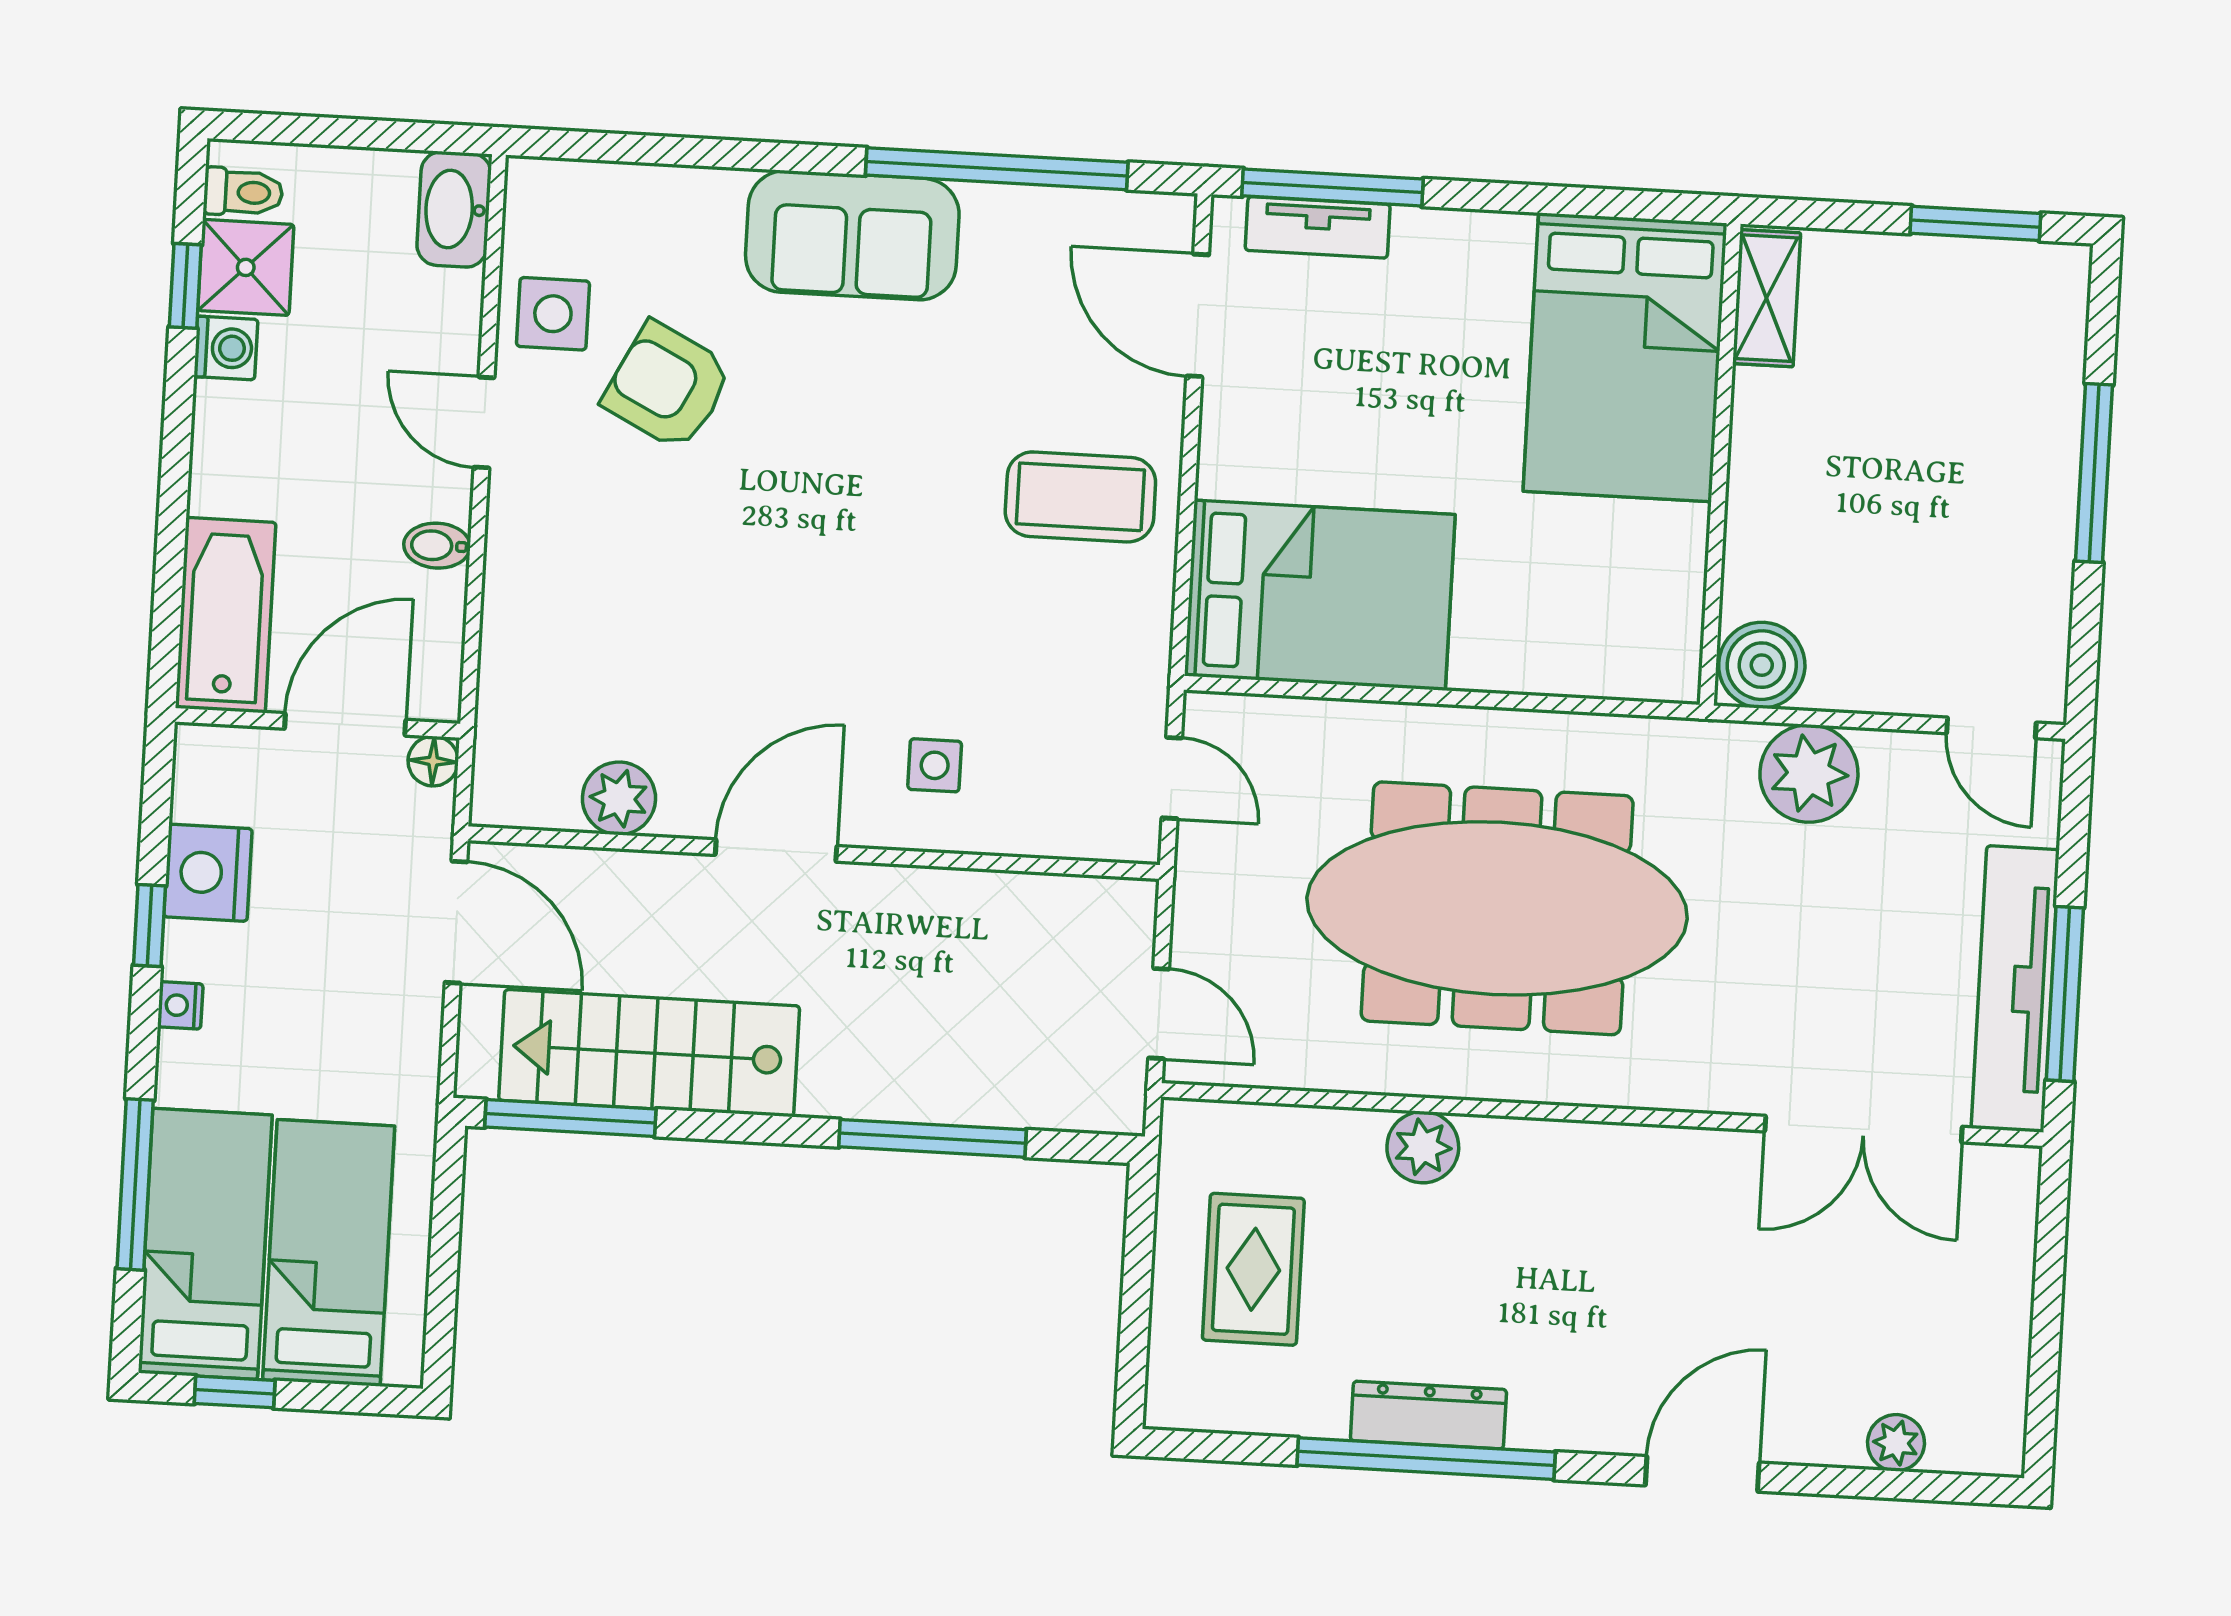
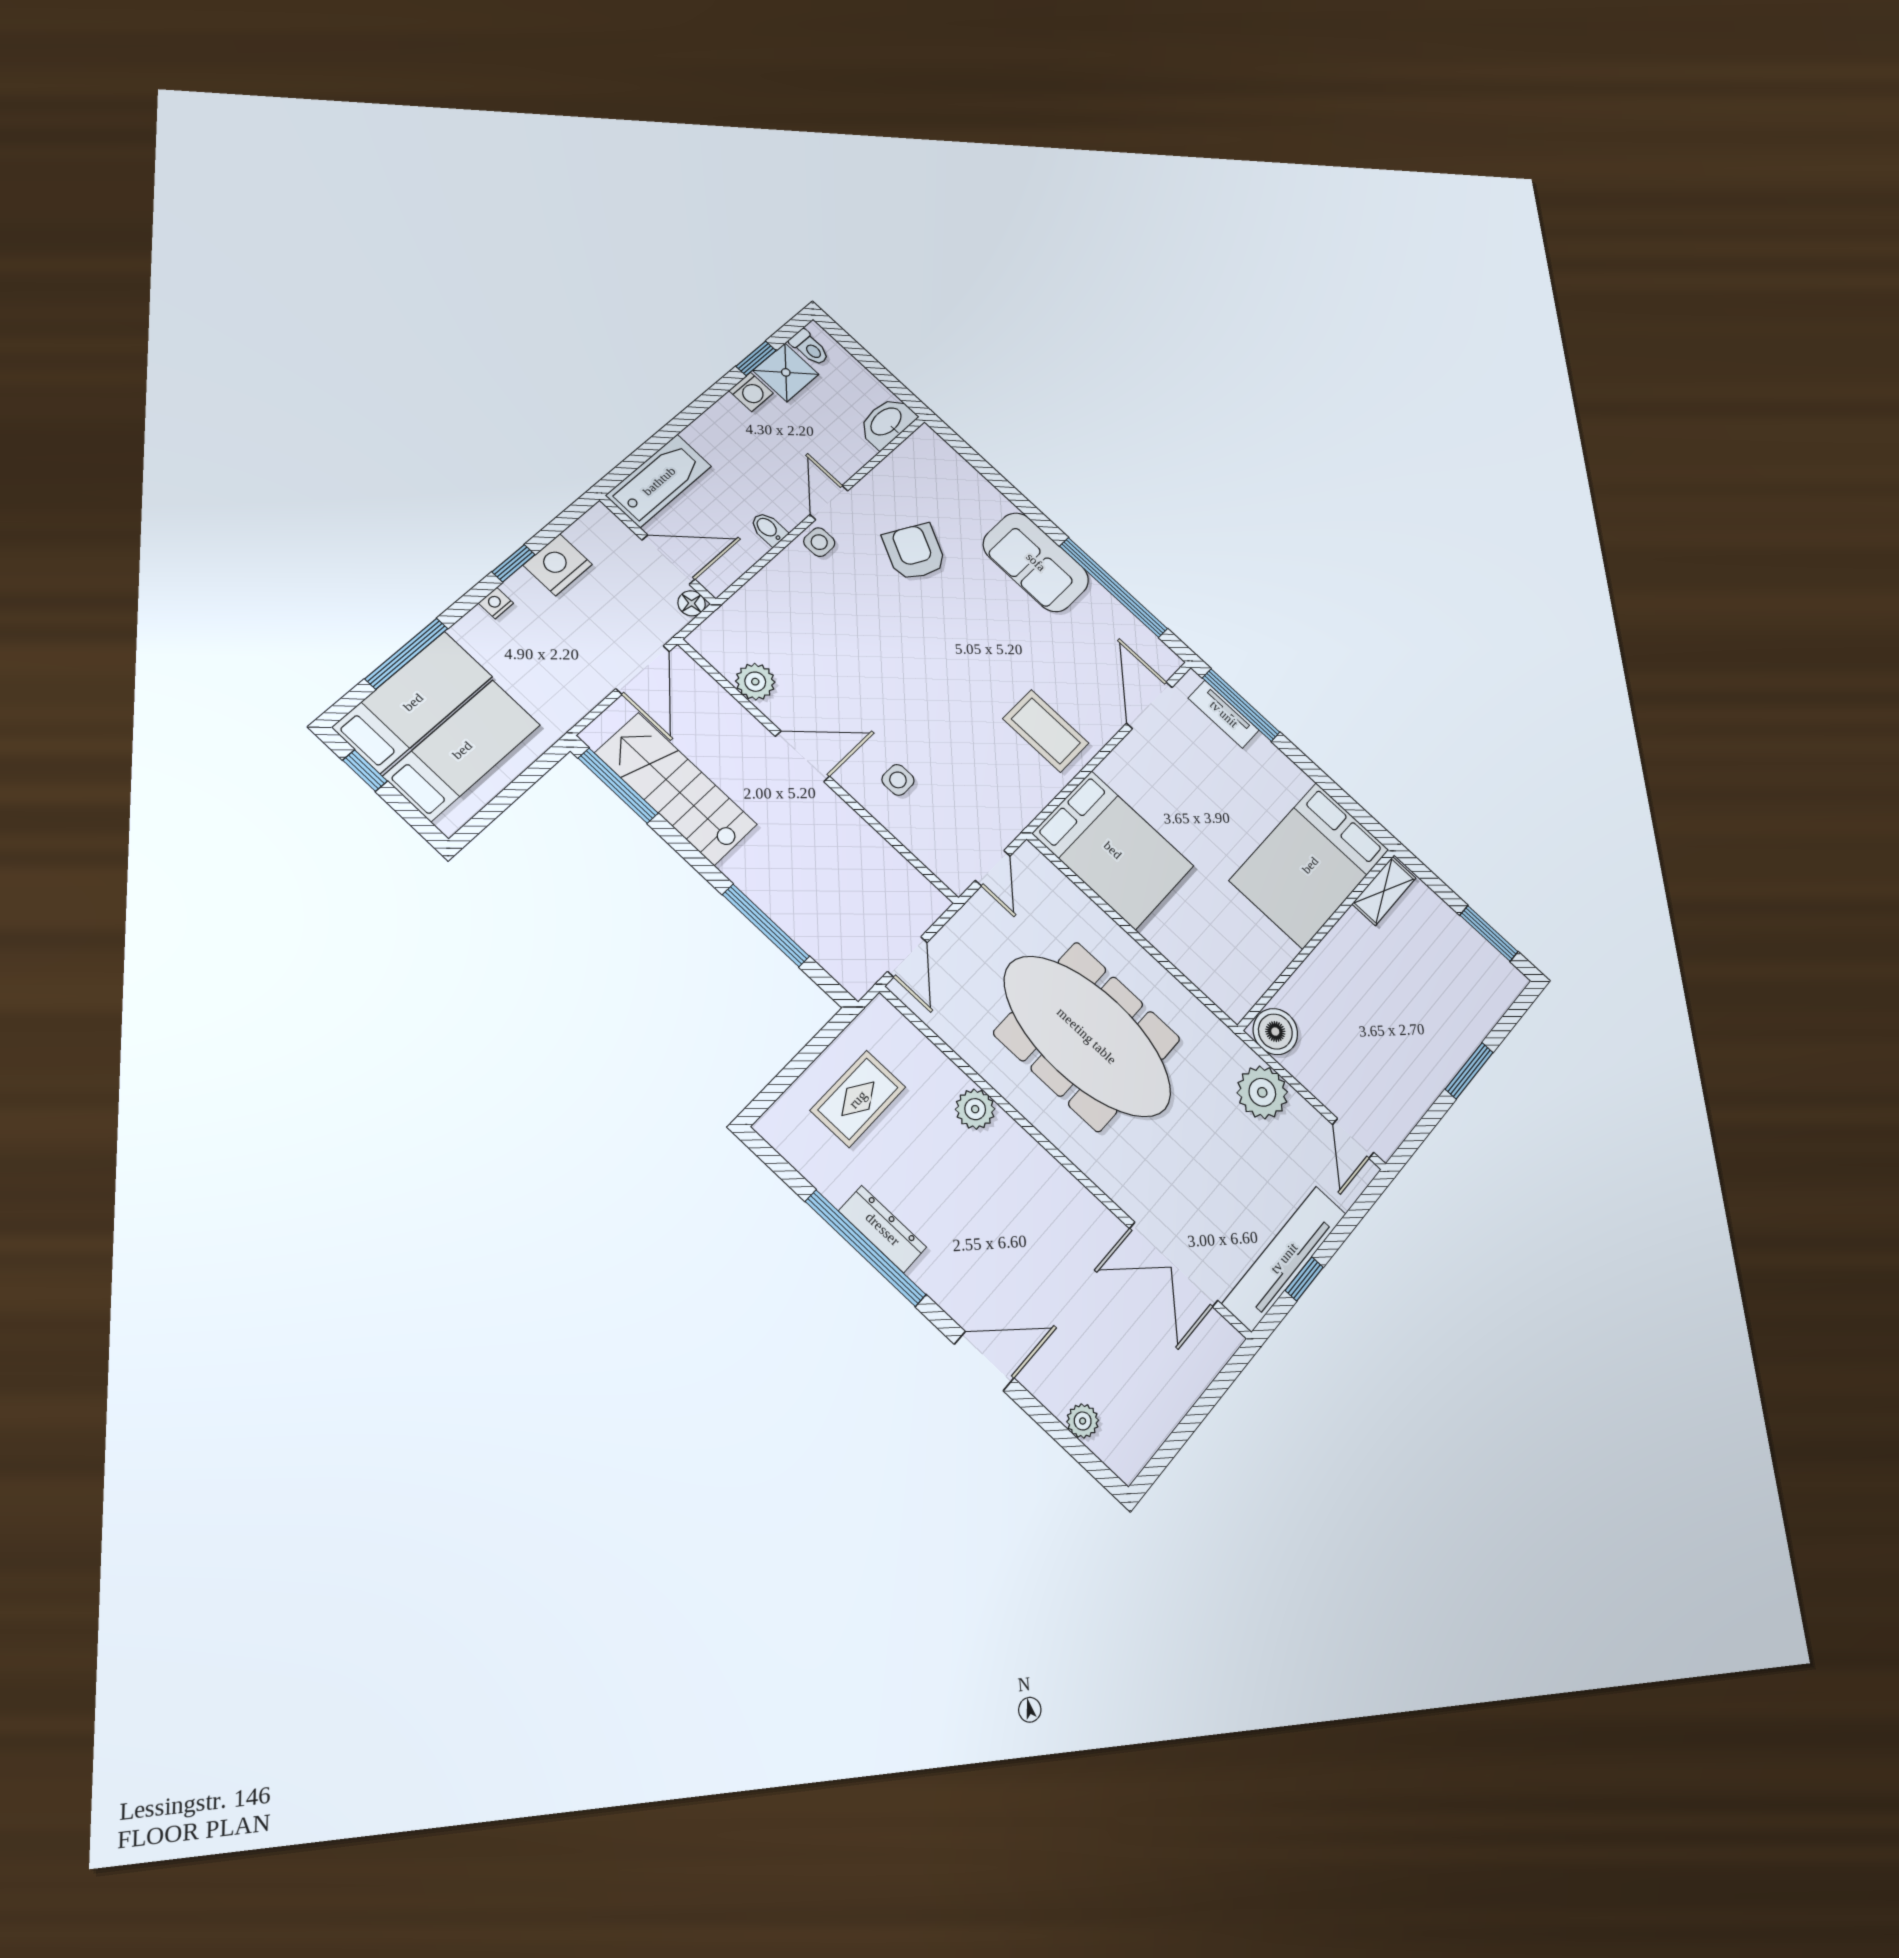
side table: (553, 314) -> (819, 542), moved, width x0.73, depth x0.73
window: (2094, 473) -> (1469, 1071), width x0.69
window: (2065, 994) -> (1304, 1279), width x0.46

